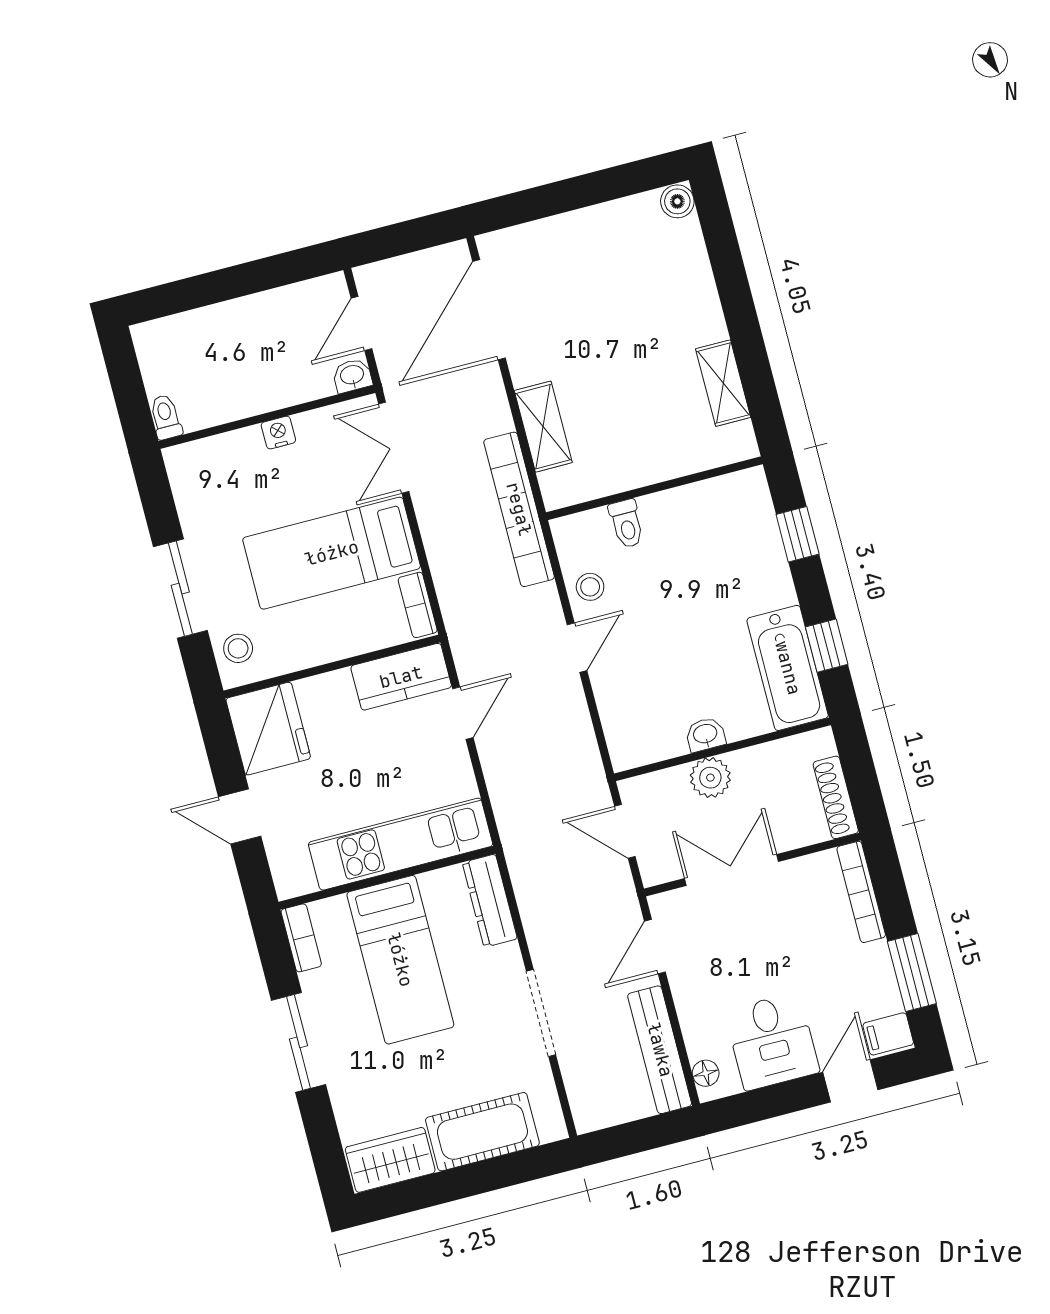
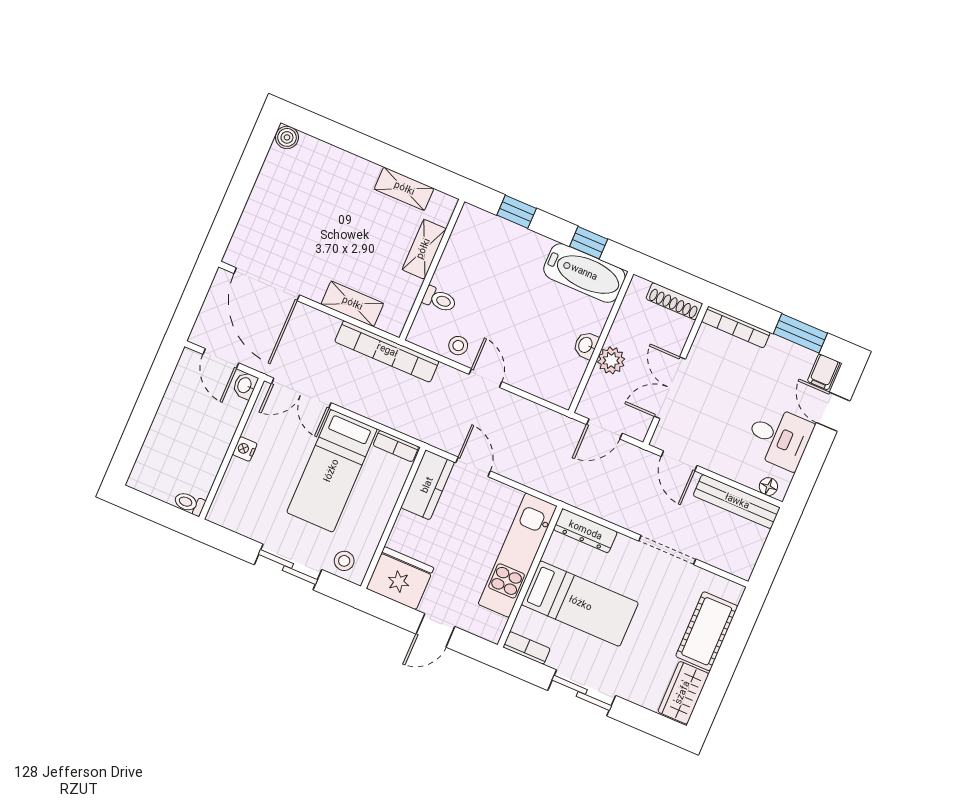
shelving: (671, 461) -> (424, 249), added

